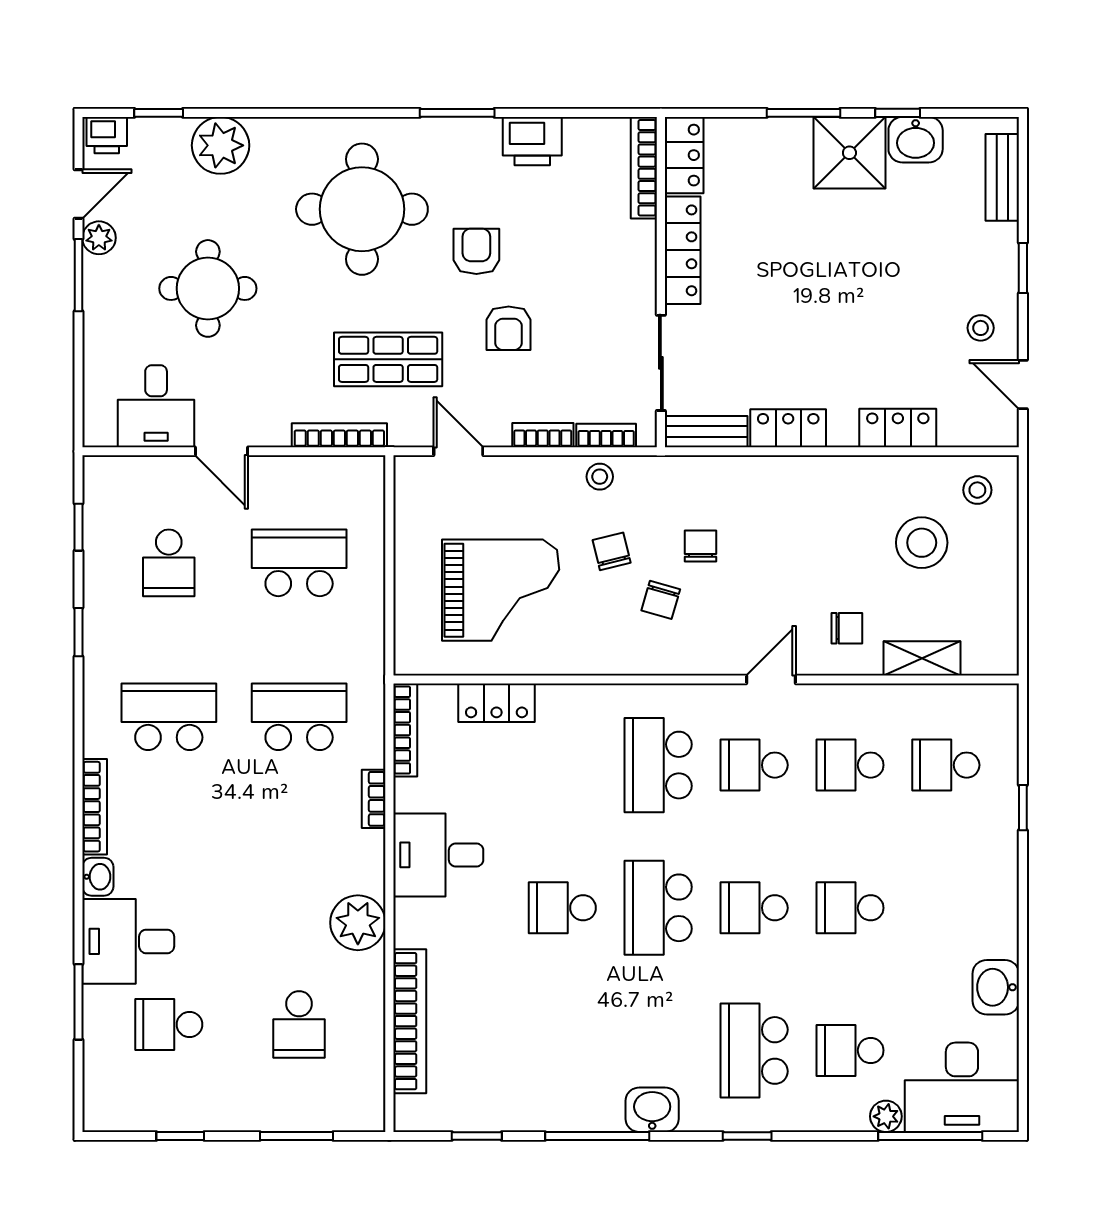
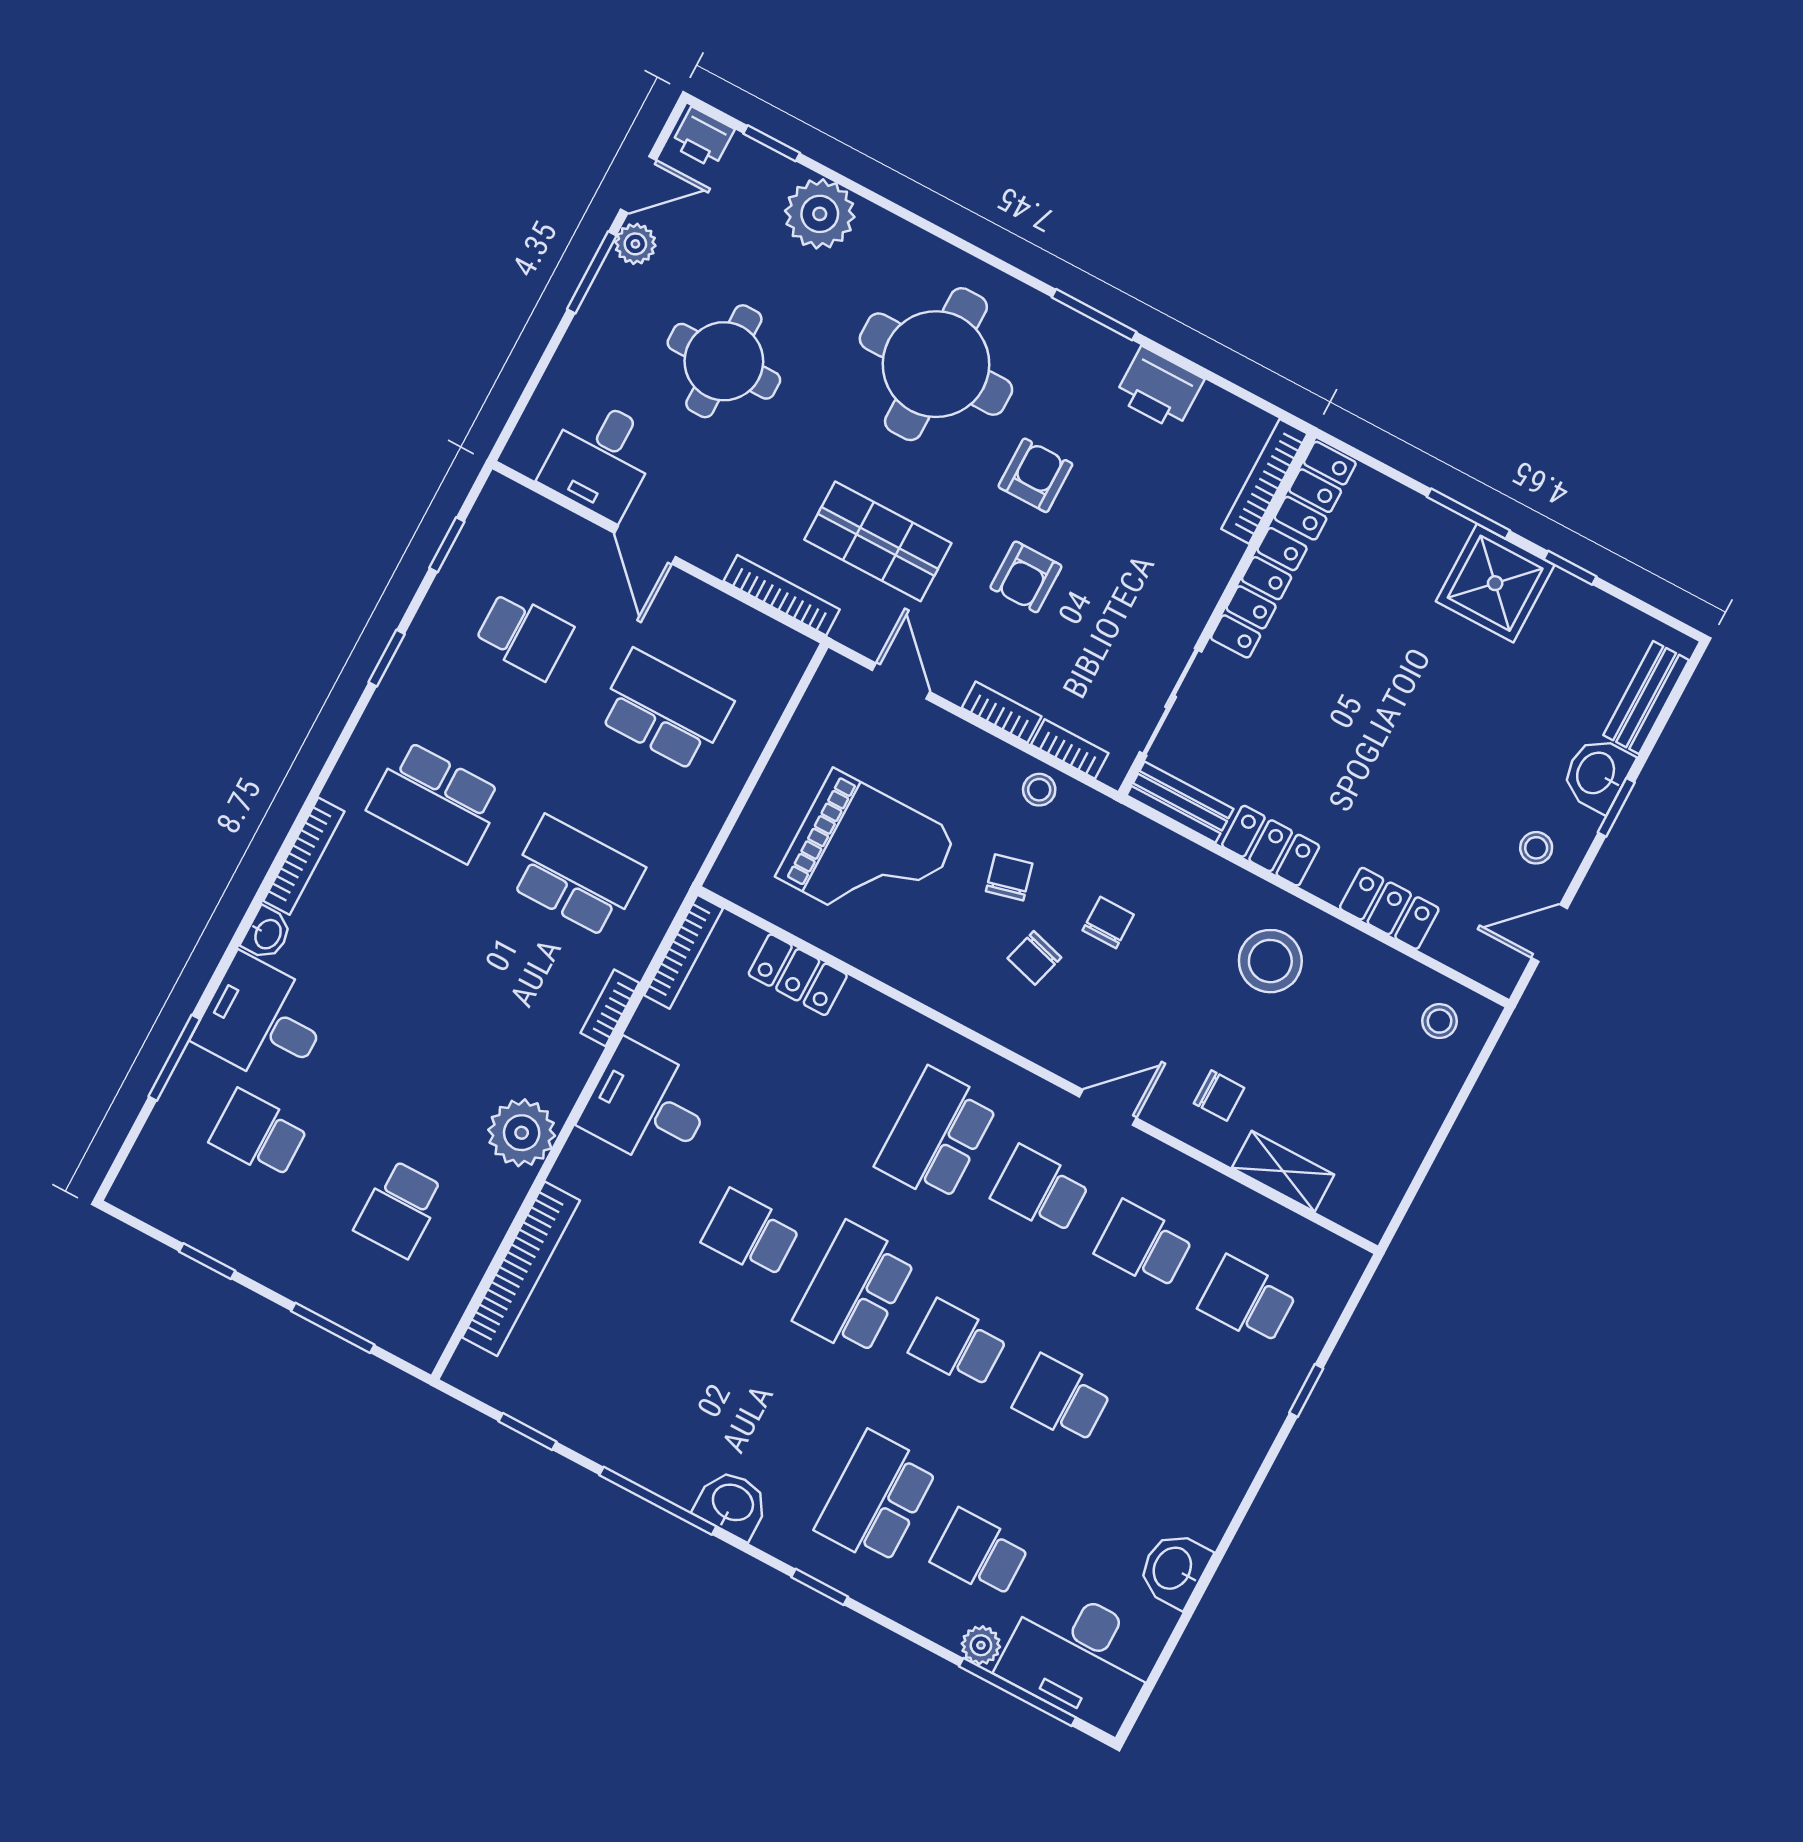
washbasin: (916, 140) -> (1597, 774), moved, turned 90
door: (1023, 384) -> (1549, 933), hinge flipped
stool: (922, 543) -> (1270, 961), moved
school desk: (169, 563) -> (524, 635), turned -90
school desk: (169, 717) -> (436, 801), turned 180

